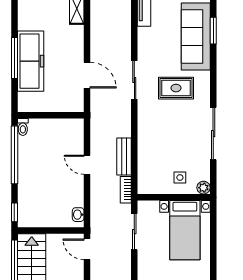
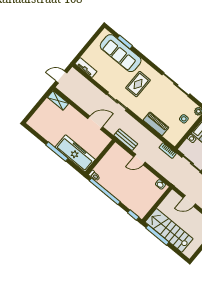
freezer: (31, 61) -> (75, 153), moved
piano: (146, 149) -> (156, 124), added
bench: (124, 156) -> (126, 140), moved
door: (87, 249) -> (189, 201), moved

